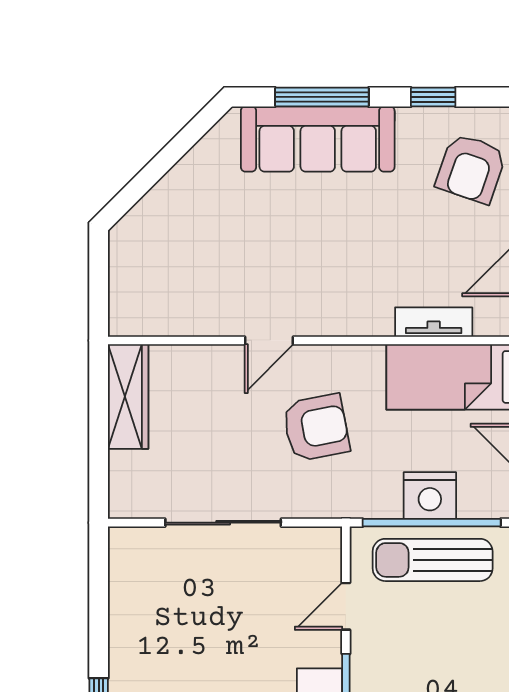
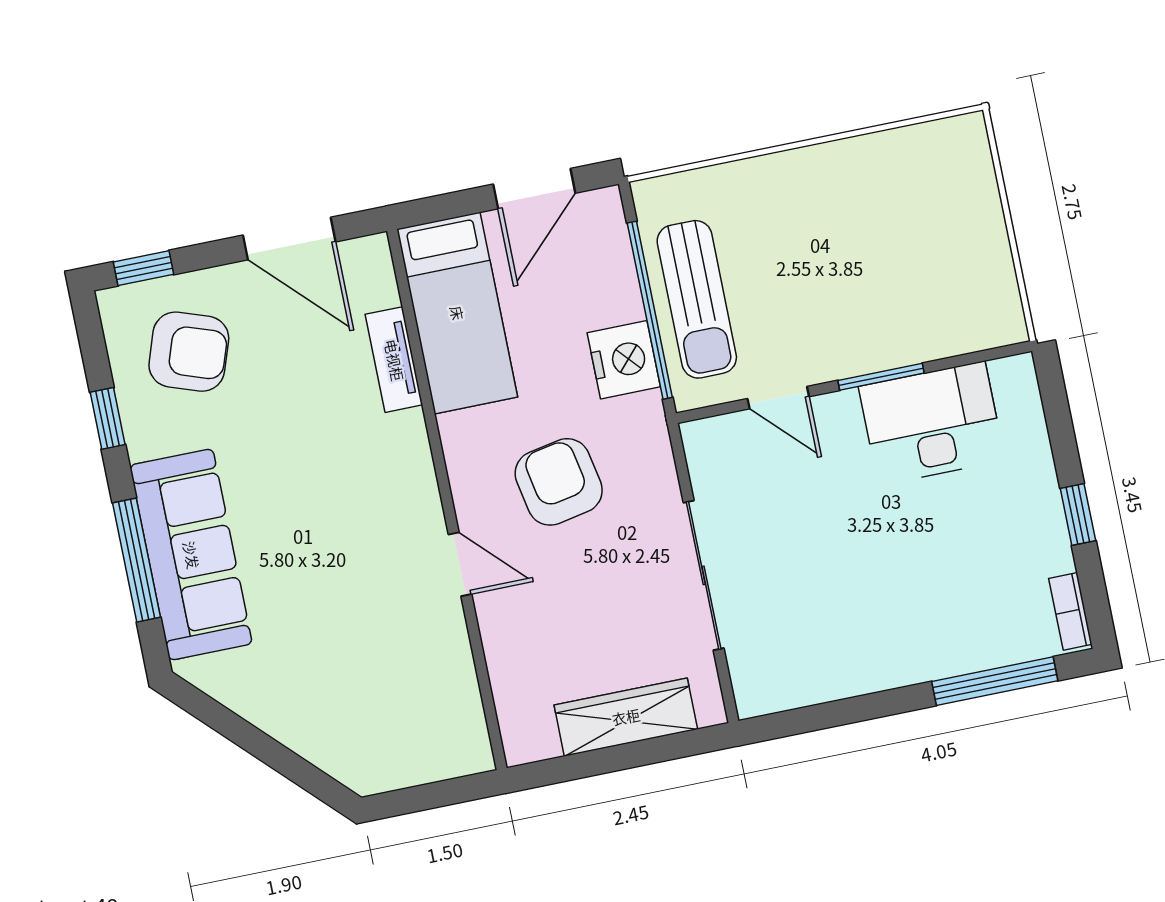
wardrobe: (128, 397) -> (626, 717), moved
nightstand: (430, 495) -> (624, 360), moved

